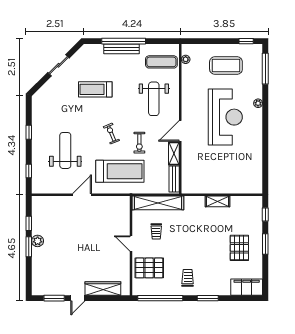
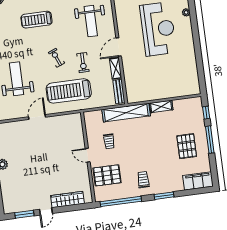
treadmill: (120, 171) -> (69, 91), turned 180
shelving: (158, 203) -> (126, 113), moved
window: (265, 244) -> (210, 140), width x1.44

